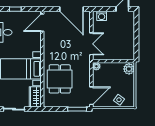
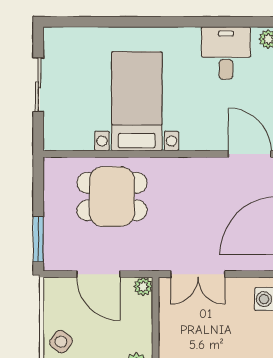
door: (91, 96) -> (98, 274), moved
wardrobe: (35, 97) -> (68, 137), removed

